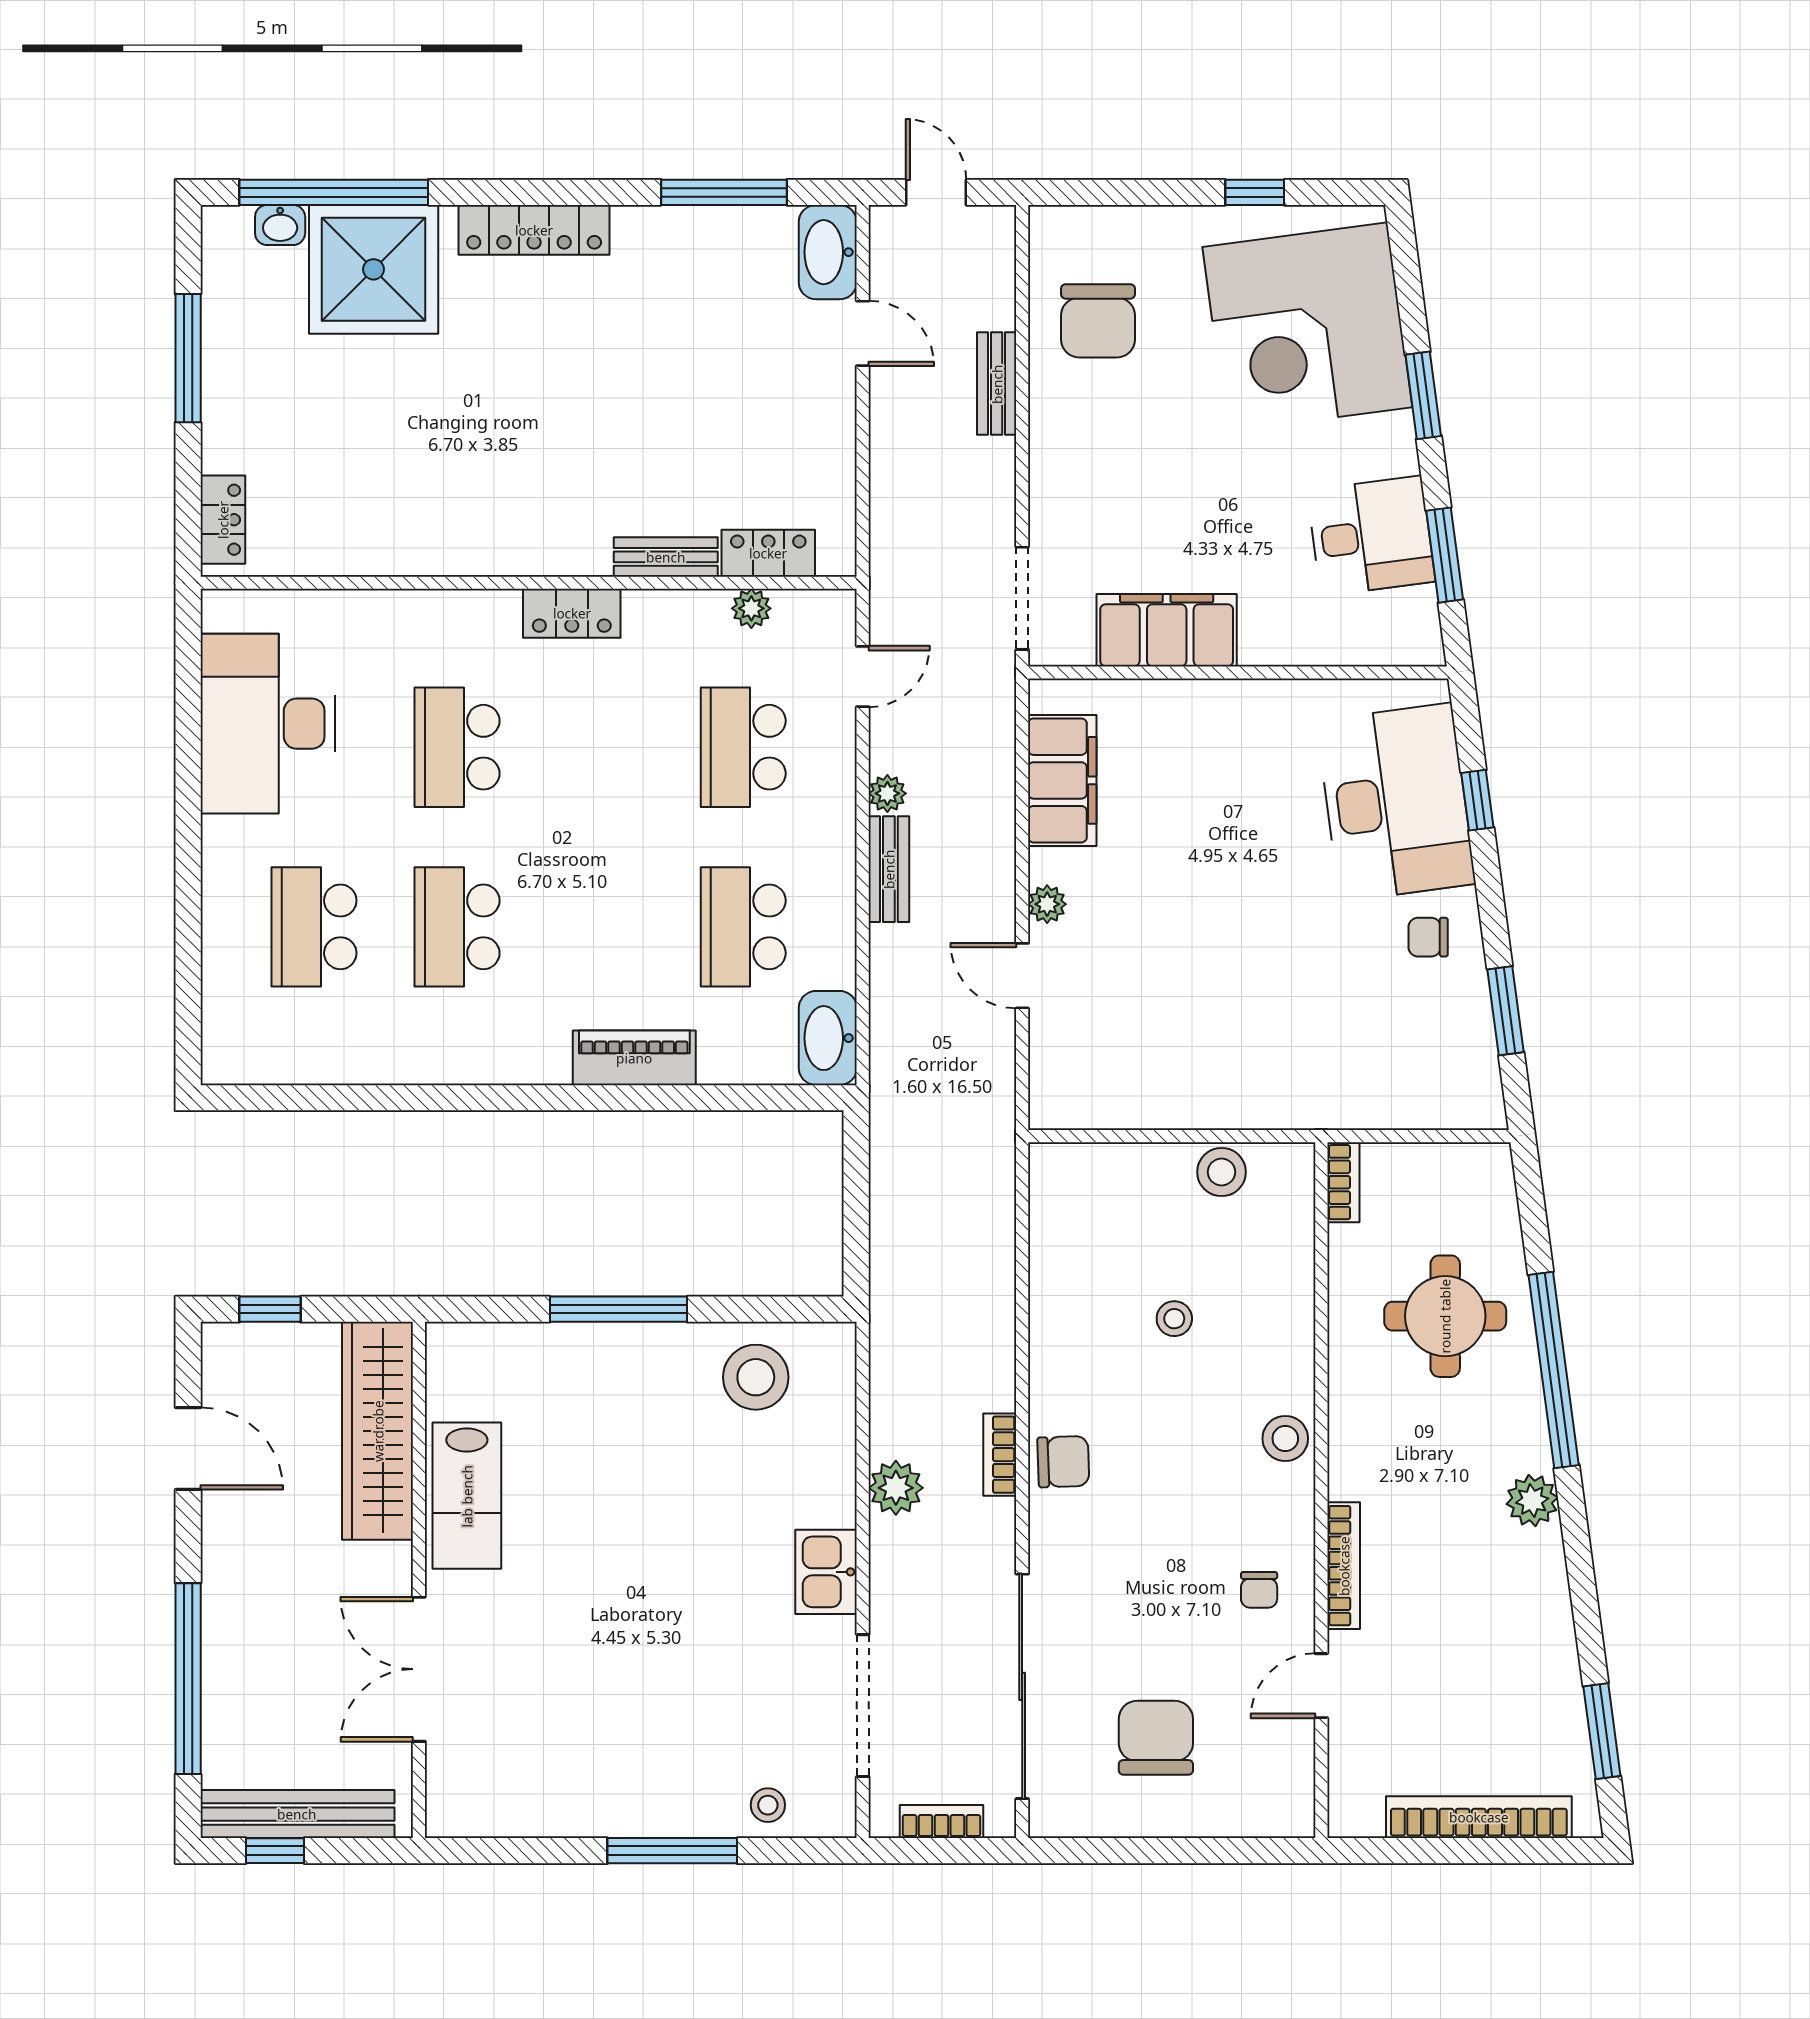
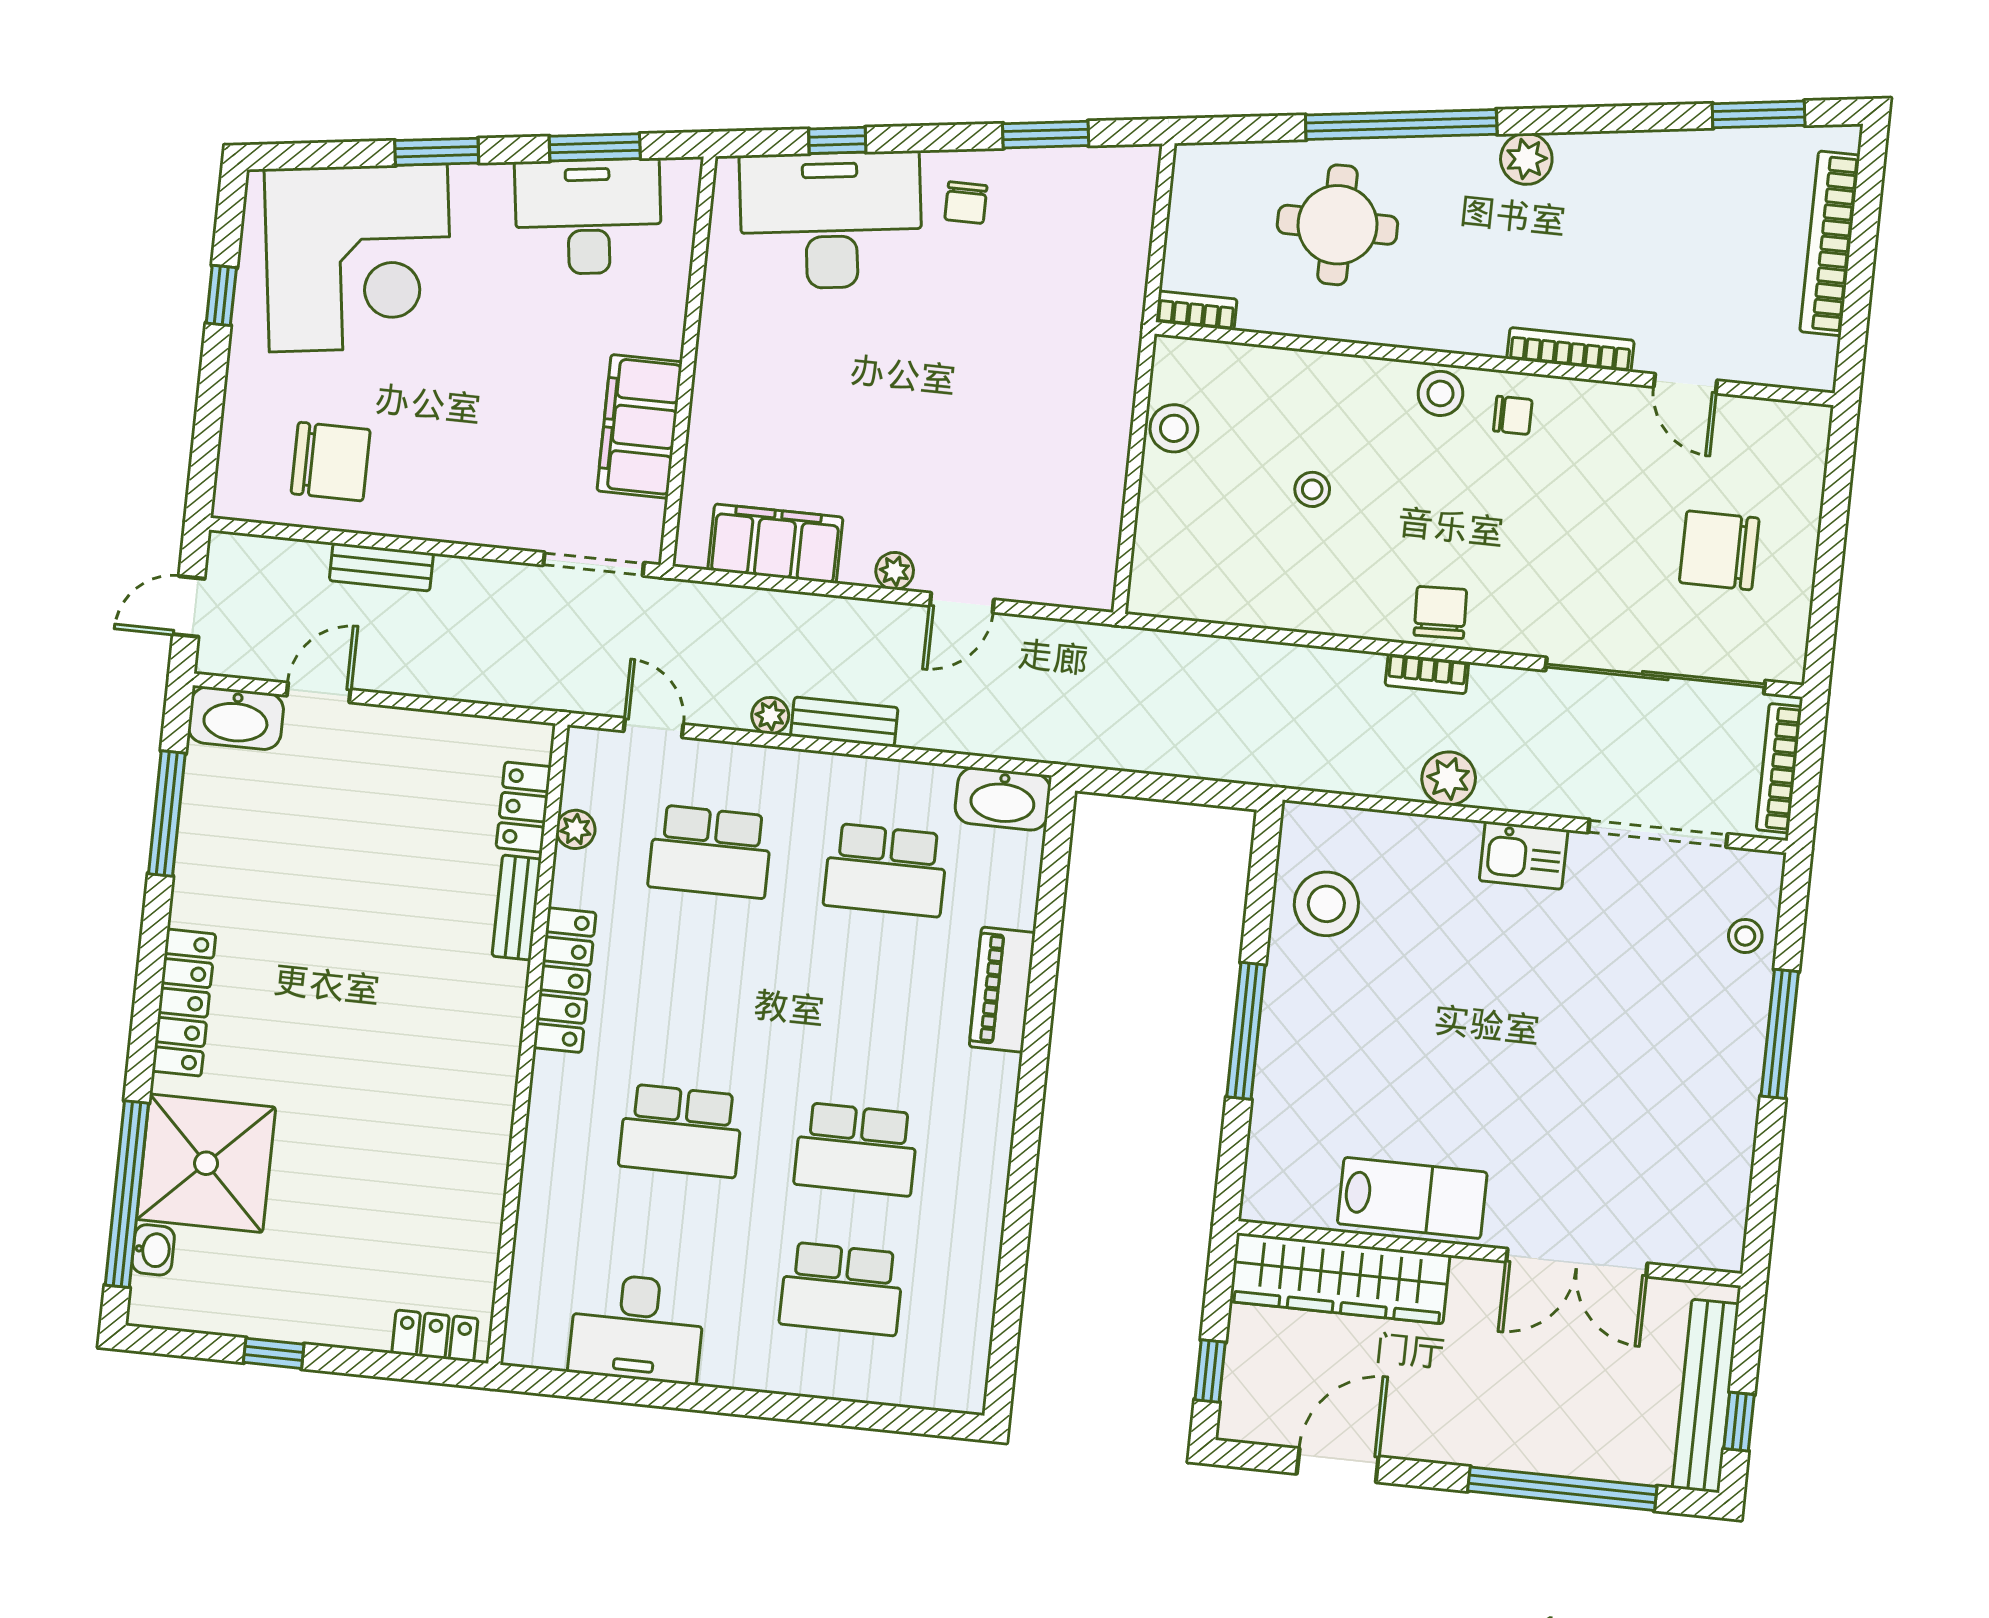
window: (188, 358) -> (274, 1353), width x0.46
desk: (1371, 536) -> (588, 217), width x1.37
locker: (572, 613) -> (565, 980), width x1.53
desk: (268, 724) -> (637, 1328), width x0.73, depth x0.77
chair: (1259, 1590) -> (1513, 415), moved
bookcase: (941, 1822) -> (1779, 768), width x1.56

